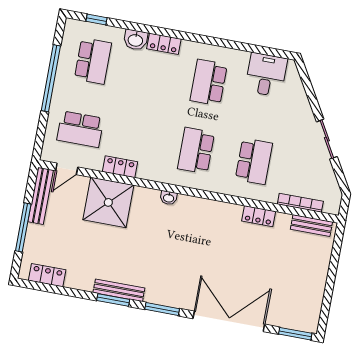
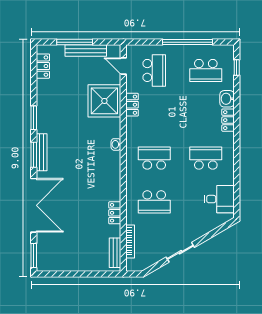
school desk: (80, 129) -> (154, 70), turned 180
bench: (41, 196) -> (86, 51), moved
bench: (119, 290) -> (42, 152), moved

